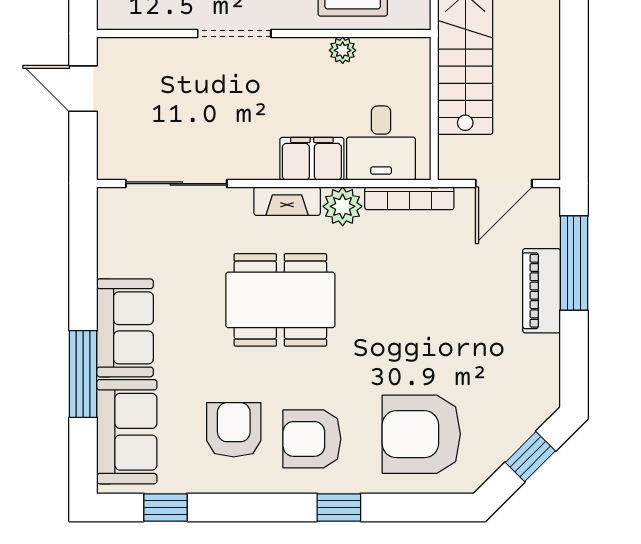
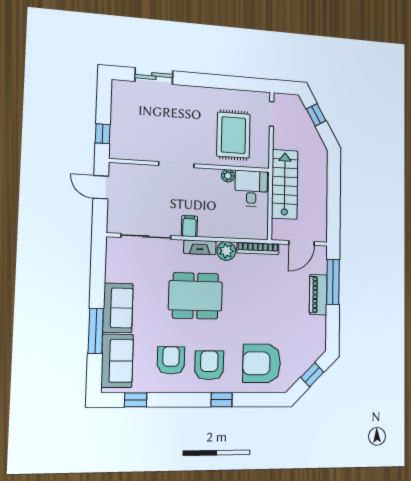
desk: (381, 143) -> (251, 188), moved, turned 180
filing cabinet: (312, 159) -> (189, 226), moved, width x0.50
armchair: (312, 439) -> (209, 365), turned 90

